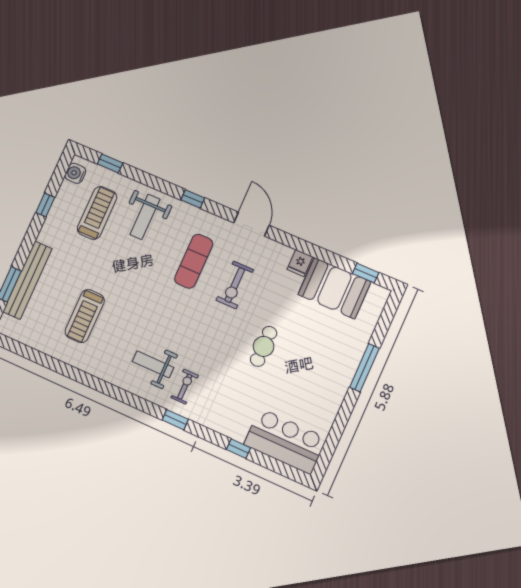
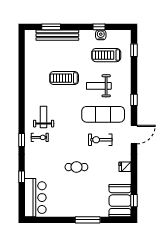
water cooler: (75, 173) -> (101, 35), moved
treadmill: (97, 213) -> (106, 55), turned 180
weight bench: (145, 217) -> (99, 86), moved
exercise mat: (194, 261) -> (103, 114), width x1.36, depth x1.45
booth: (334, 288) -> (120, 201), moved
treadmill: (85, 316) -> (64, 78), moved

